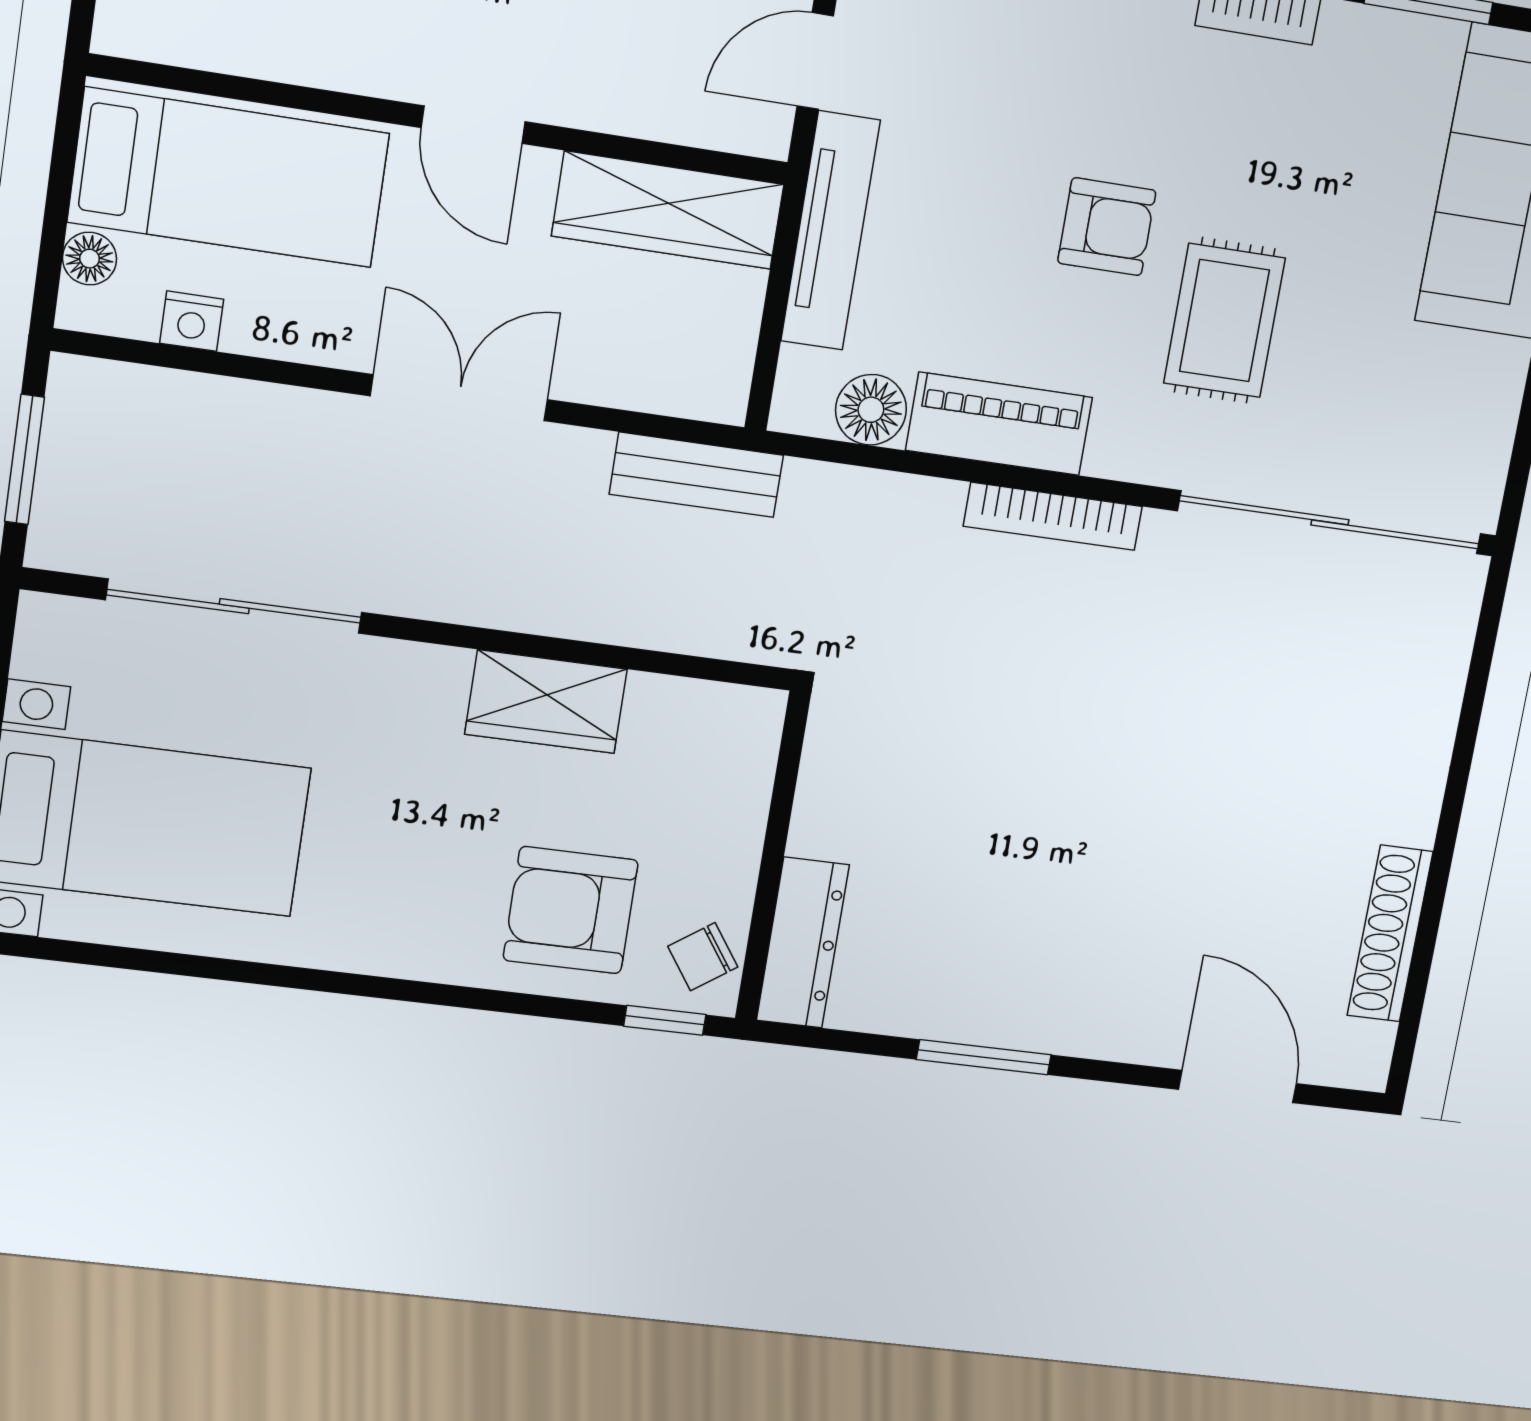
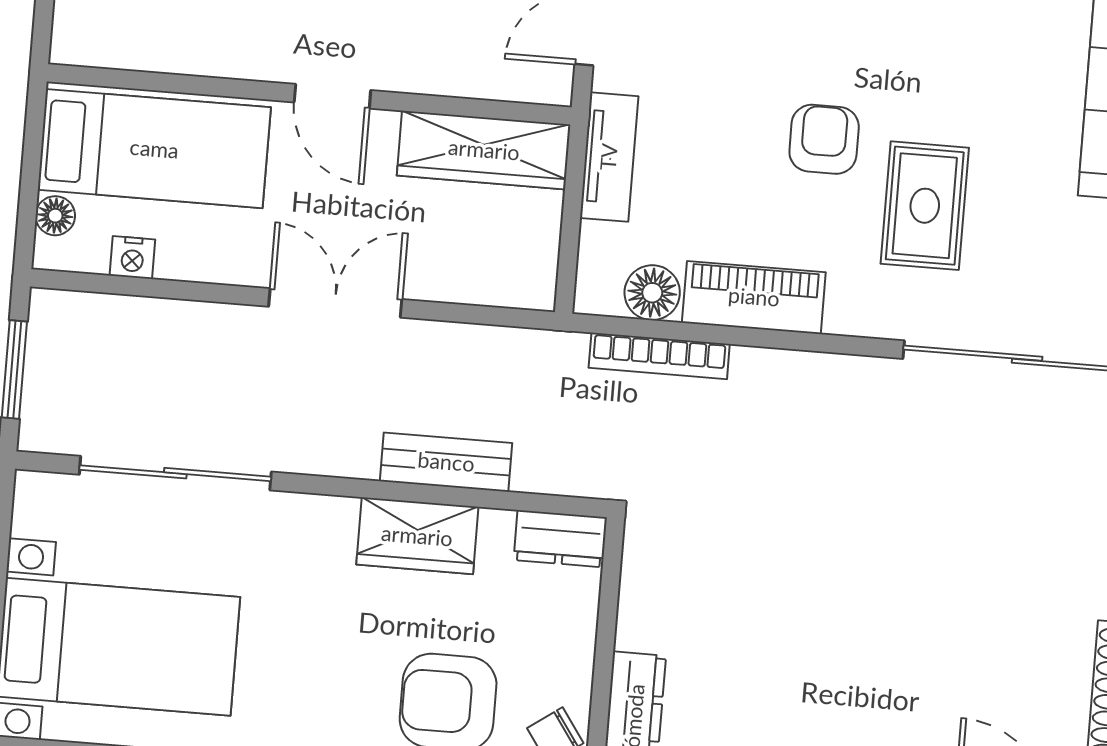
armchair: (1107, 227) -> (824, 139), turned -90
tv unit: (830, 231) -> (609, 157), width x0.71
bench: (696, 475) -> (446, 462), moved
bookcase: (1053, 516) -> (659, 356), moved
dresser: (728, 714) -> (560, 539), added

